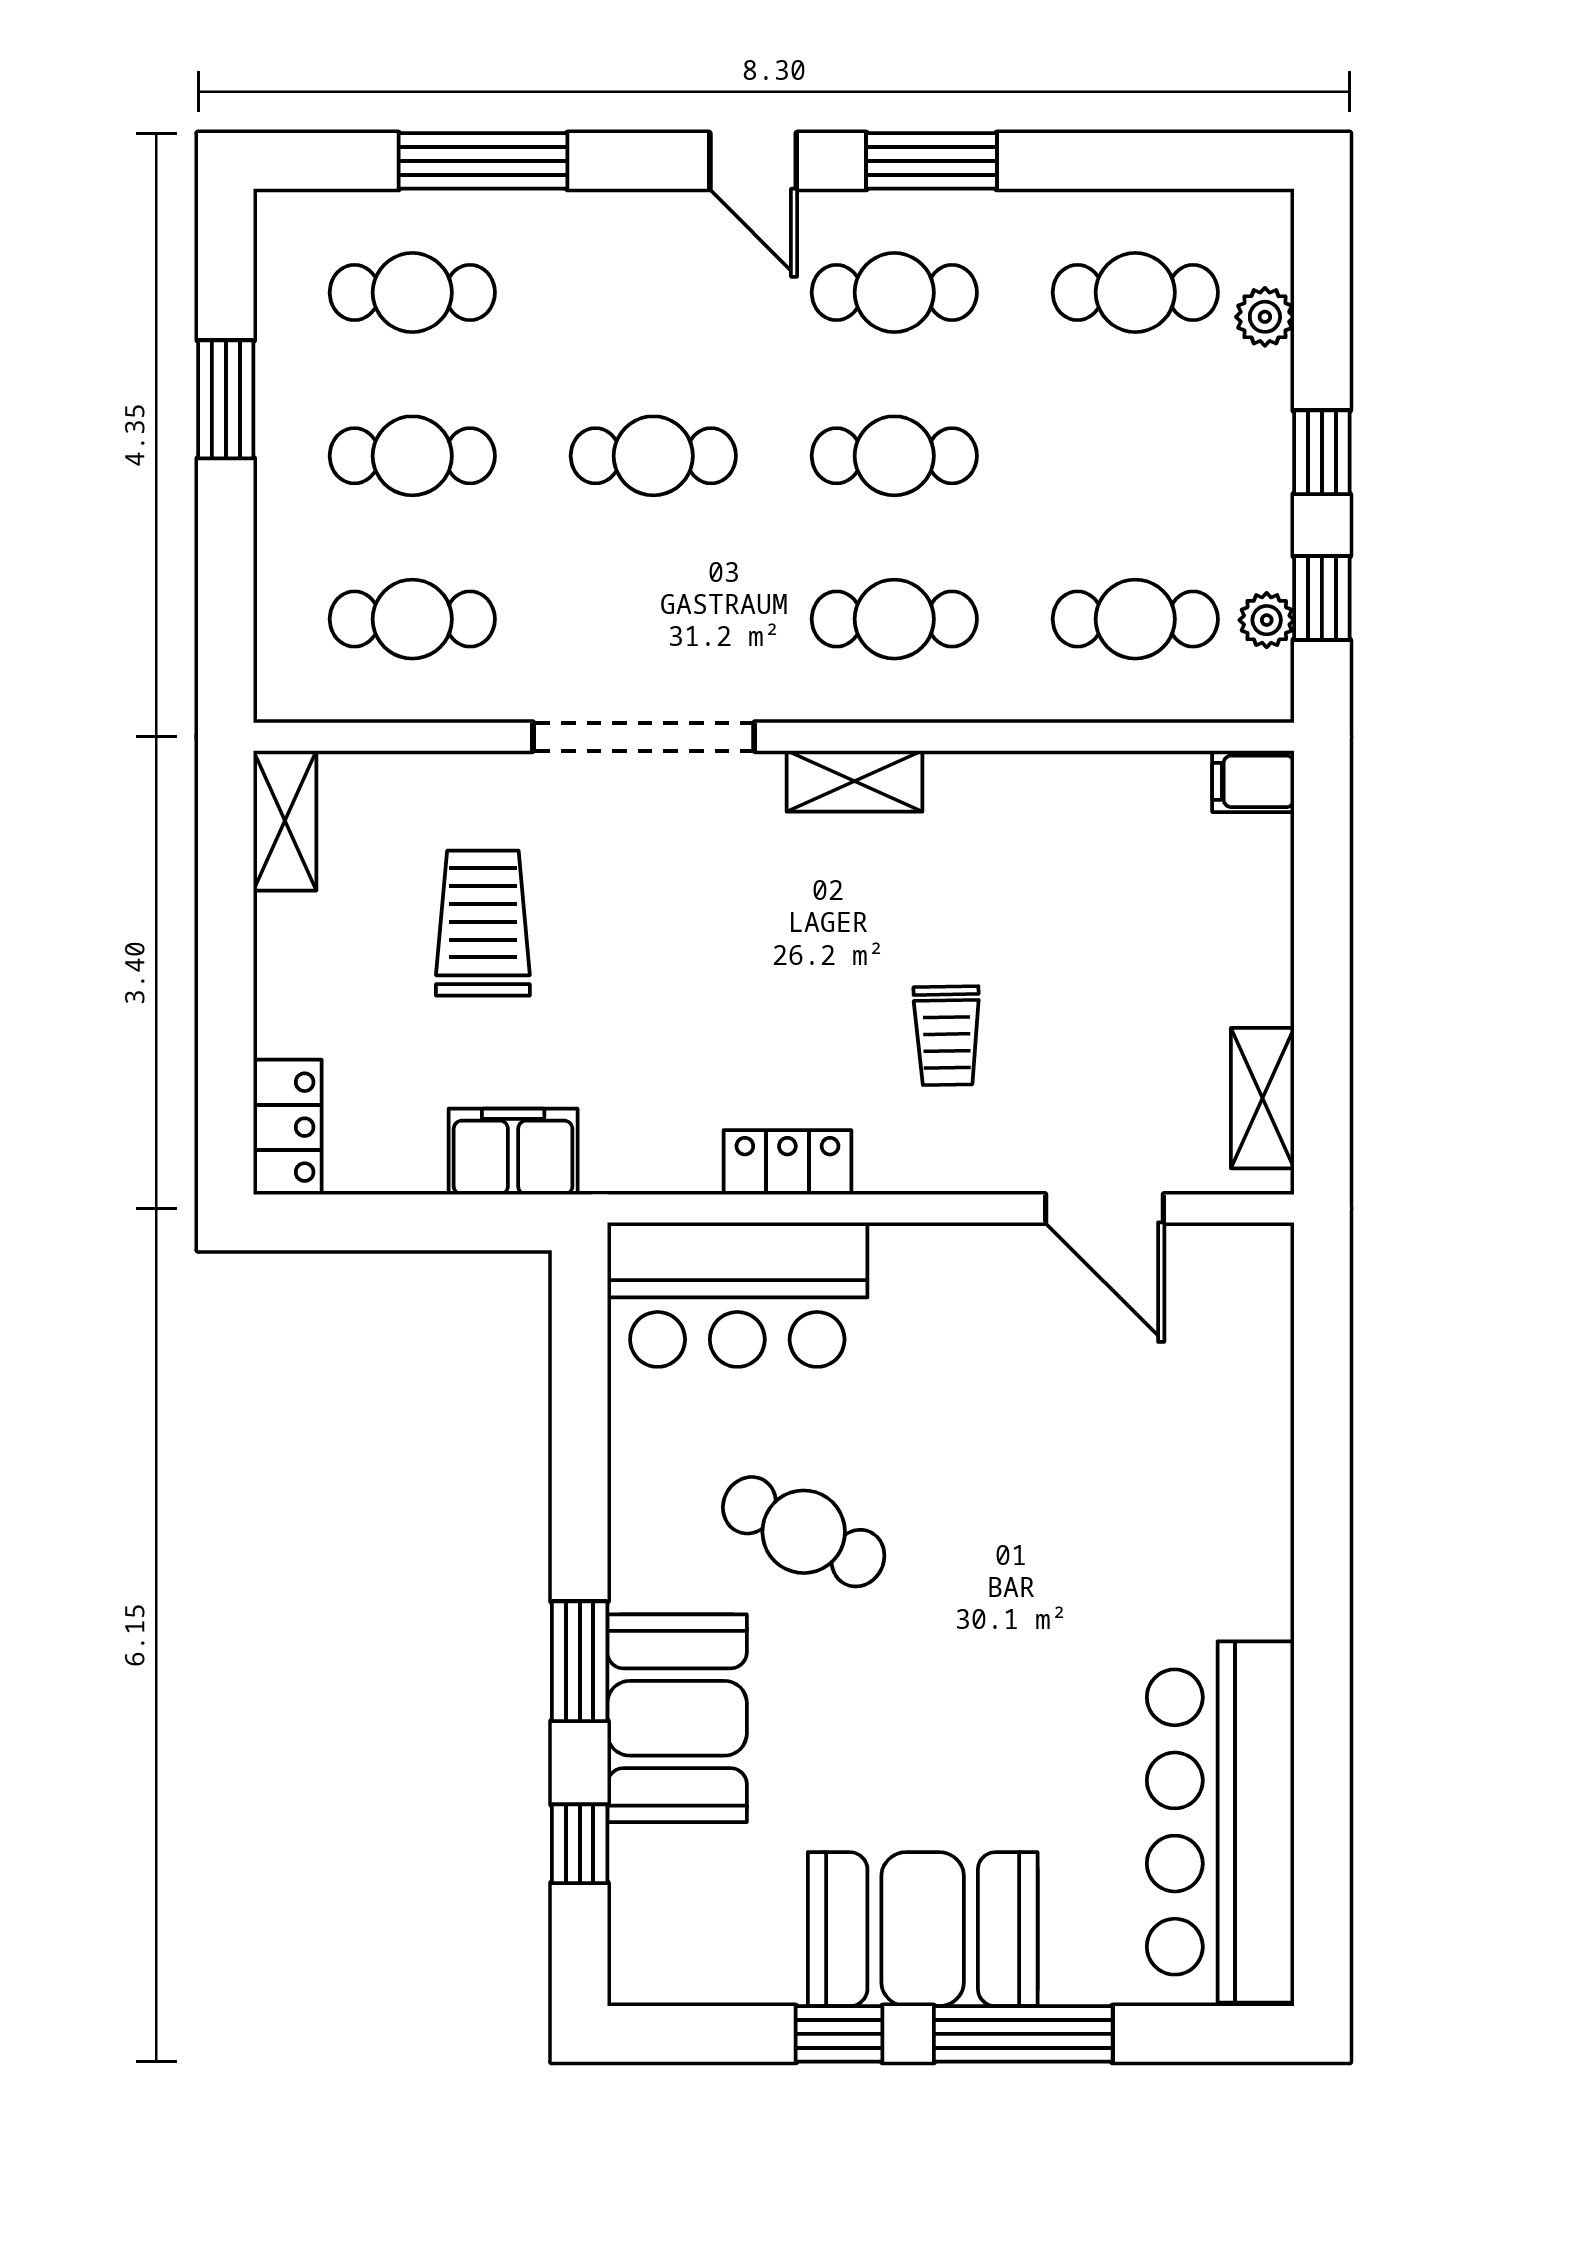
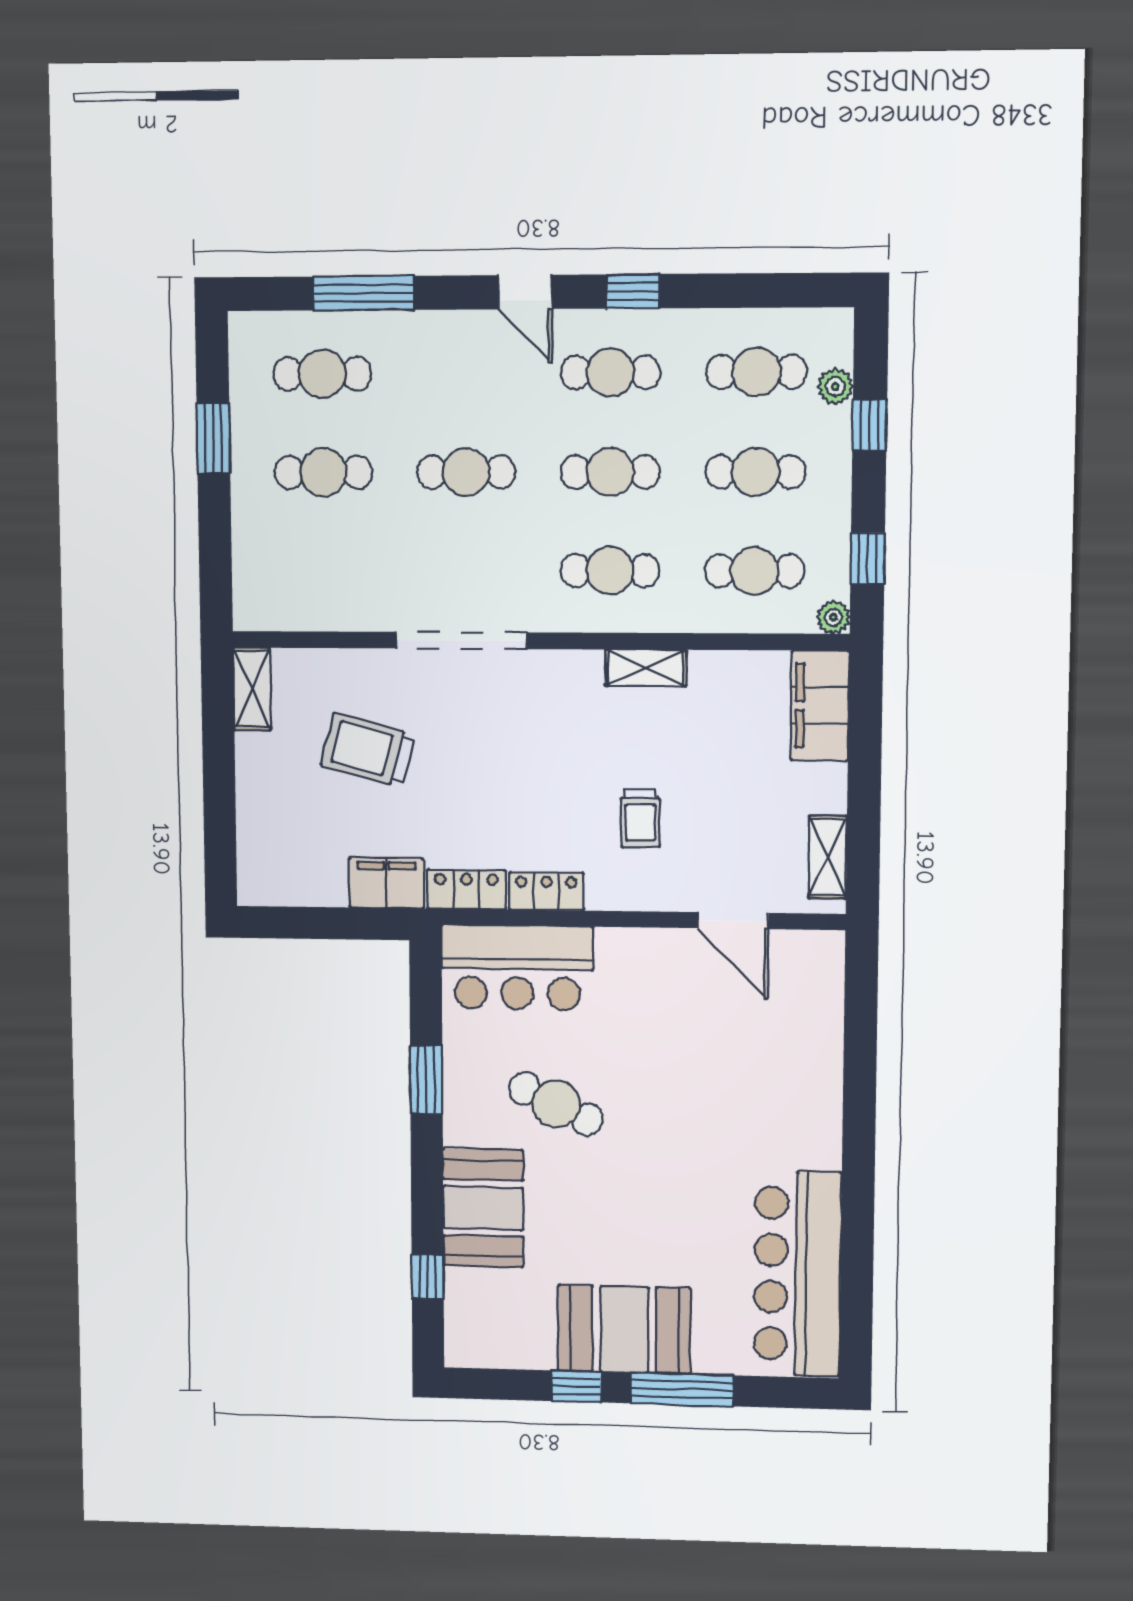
window: (931, 161) -> (633, 291), width x0.67
window: (1322, 452) -> (870, 425), moved
cafe table: (412, 619) -> (755, 472), moved
plant: (1267, 620) -> (833, 617), moved
shelving: (854, 781) -> (646, 668), moved
filing cabinet: (1253, 781) -> (820, 706), width x3.00, depth x1.17
trolley: (483, 923) -> (368, 750), turned -75
locker: (288, 1127) -> (466, 889), moved, turned -90
window: (580, 1661) -> (426, 1080), moved

